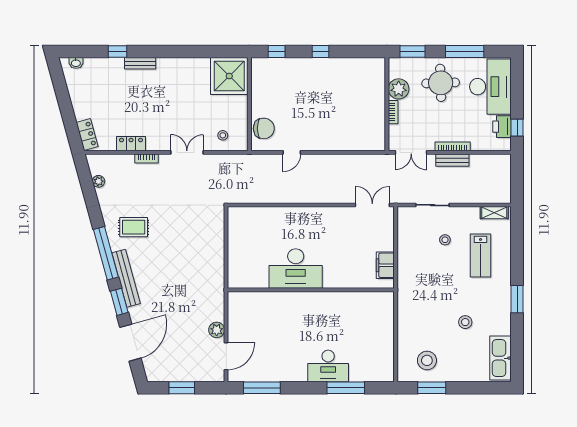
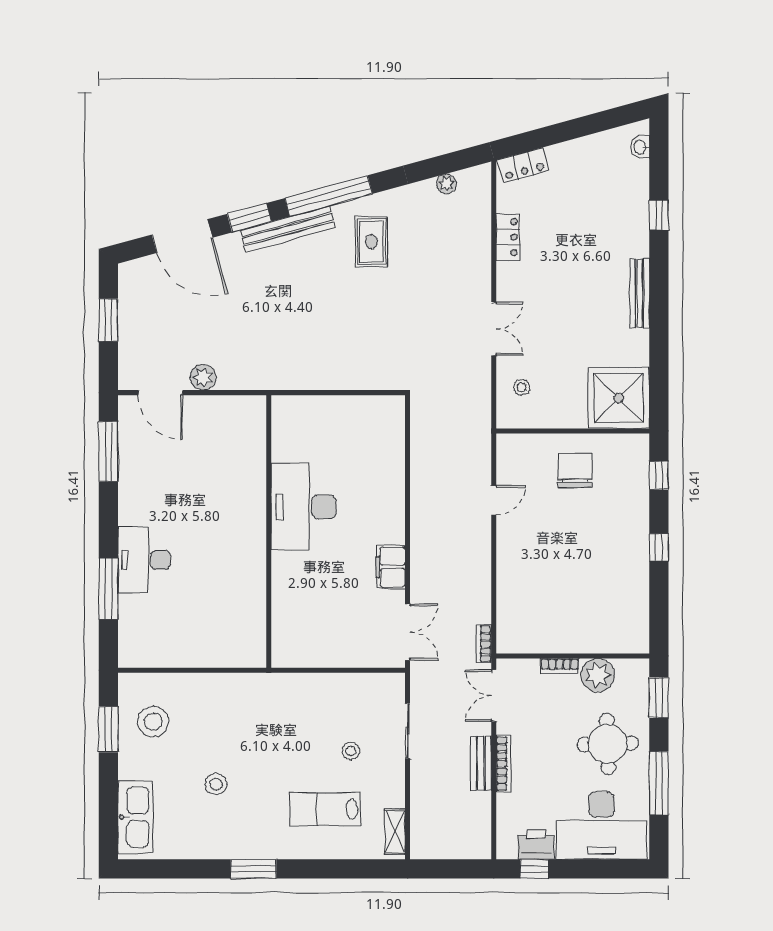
bench: (140, 63) -> (640, 293), moved, width x1.36
chair: (264, 128) -> (575, 470), moved, turned 180
door: (292, 152) -> (494, 500), swing flipped
bookcase: (146, 158) -> (484, 644), moved
filing cabinet: (385, 265) -> (391, 567), moved, turned -90
kitchen sink: (501, 358) -> (135, 817), moved, turned 90

